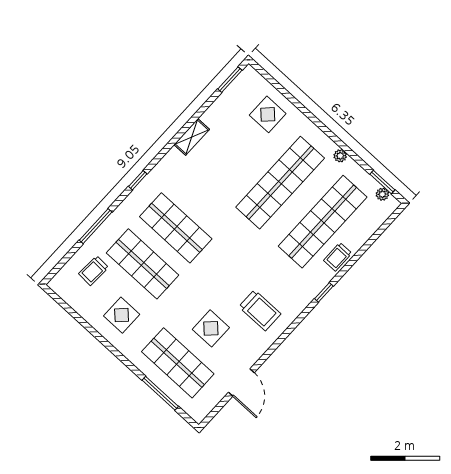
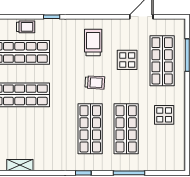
shelving: (192, 137) -> (20, 165), moved
trolley: (94, 271) -> (95, 82), moved

